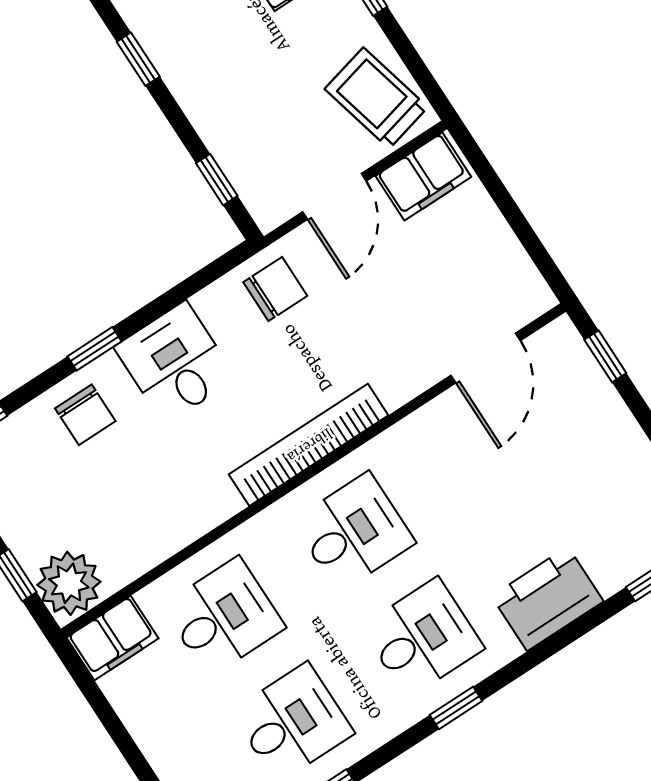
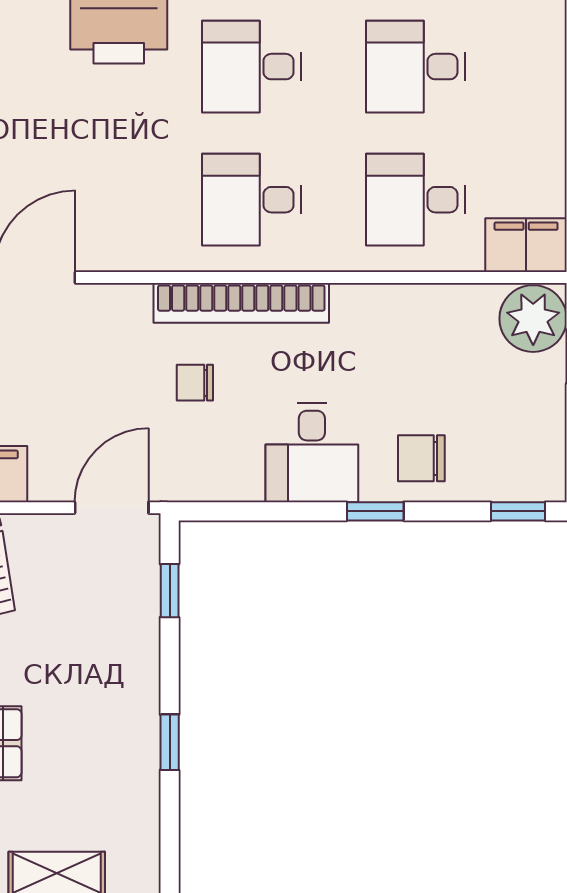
door: (334, 196) -> (112, 508), moved
chair: (275, 289) -> (195, 383), moved, width x0.73, depth x0.73
chair: (85, 415) -> (421, 458), turned -90

